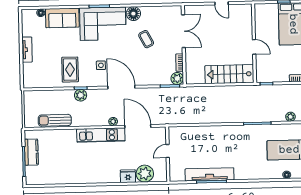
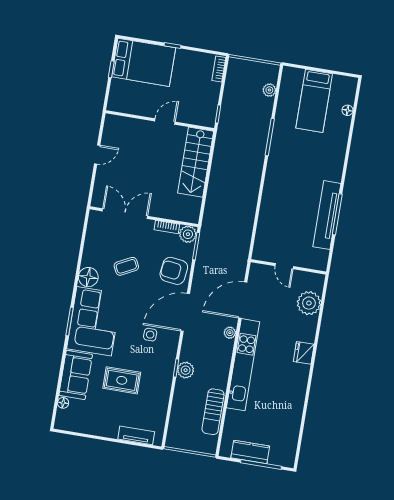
tv unit: (27, 50) -> (136, 435), moved
rug: (70, 70) -> (122, 380), moved
armchair: (149, 73) -> (174, 271), added
kitchen unit: (101, 135) -> (243, 365), width x1.36
fridge: (128, 176) -> (304, 353), moved

